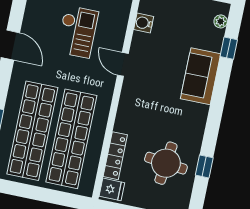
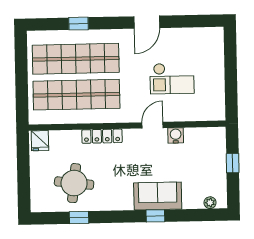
water cooler: (144, 23) -> (176, 135), moved
window: (229, 48) -> (155, 216), moved
locker: (115, 156) -> (102, 136), moved

